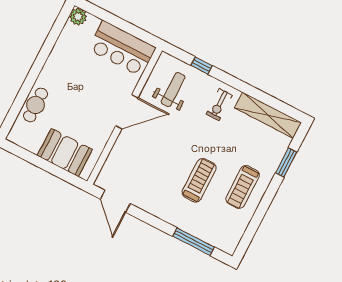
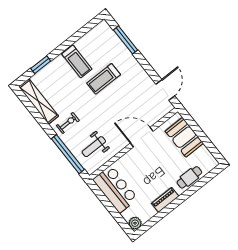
piano: (53, 63) -> (165, 200), added
window: (202, 66) -> (68, 154), width x3.17
door: (127, 112) -> (142, 137), moved
treadmill: (243, 187) -> (77, 62), turned 90

